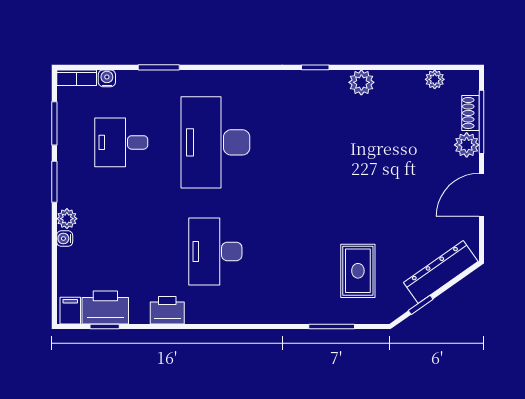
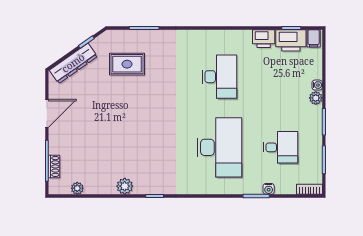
water cooler: (107, 78) -> (269, 189), moved
plant: (467, 145) -> (57, 146), removed
rug: (358, 271) -> (127, 64), turned 90
printer: (167, 310) -> (264, 39), moved

